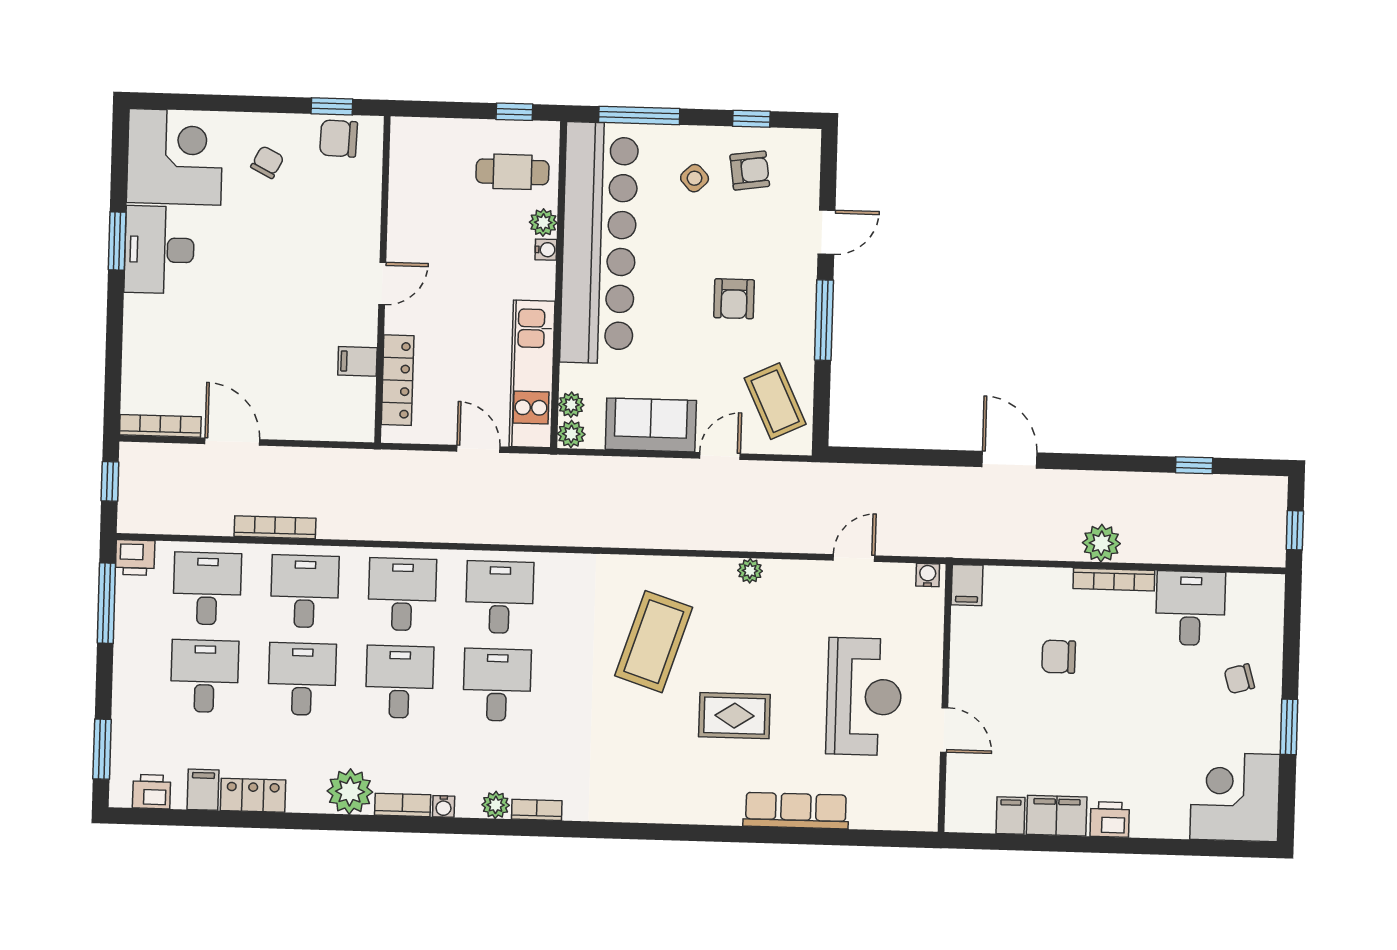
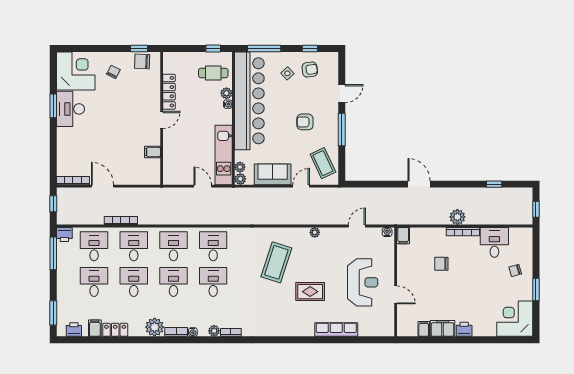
armchair: (734, 299) -> (305, 122), turned 90
locker: (398, 380) -> (169, 92), moved

